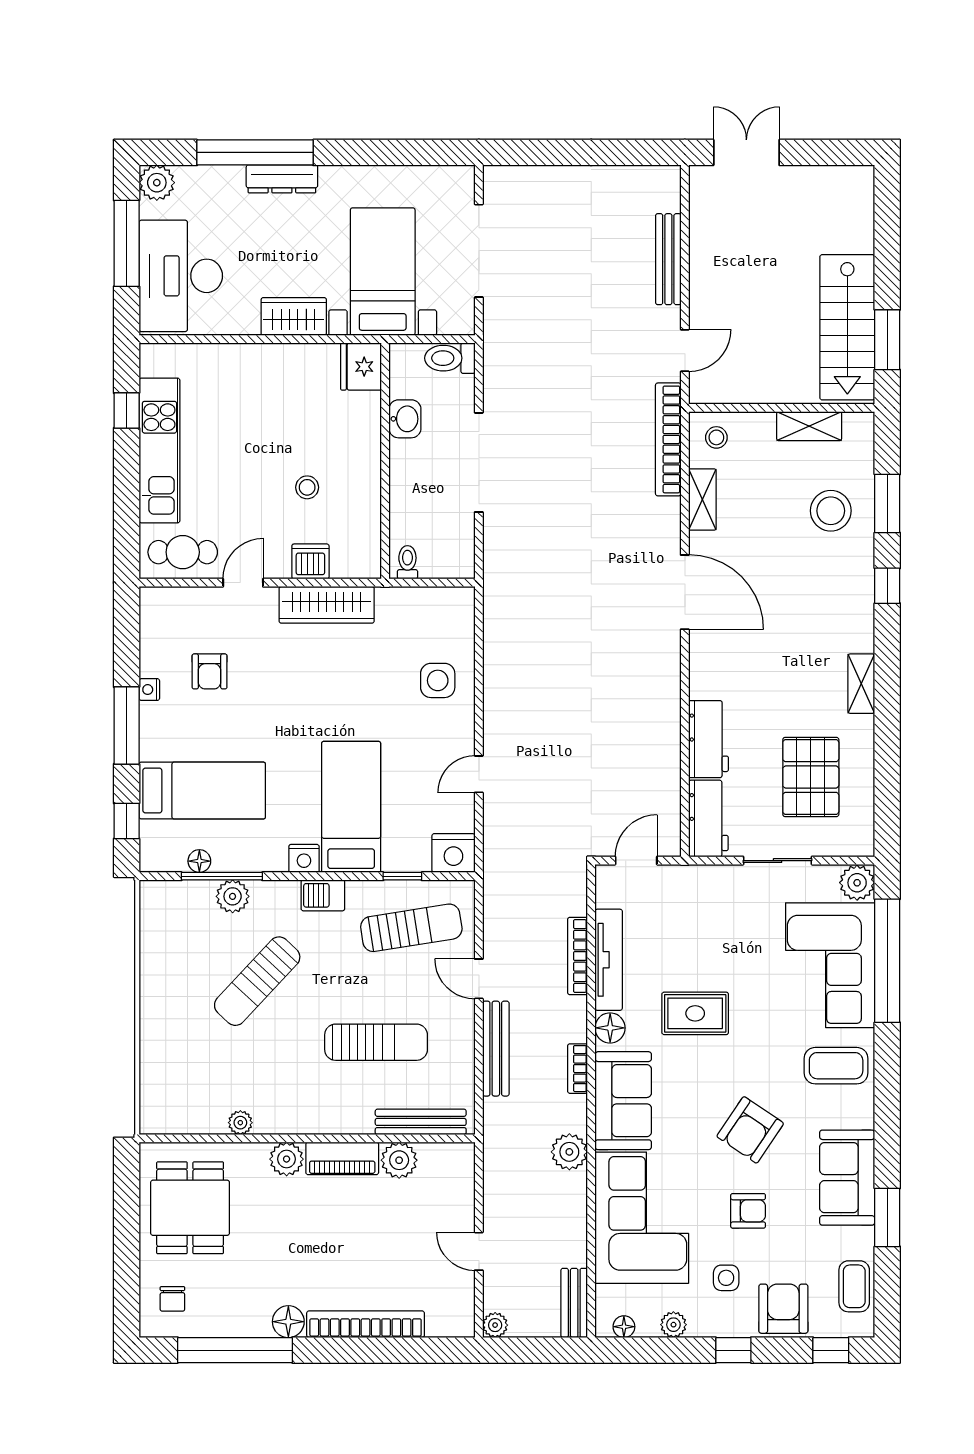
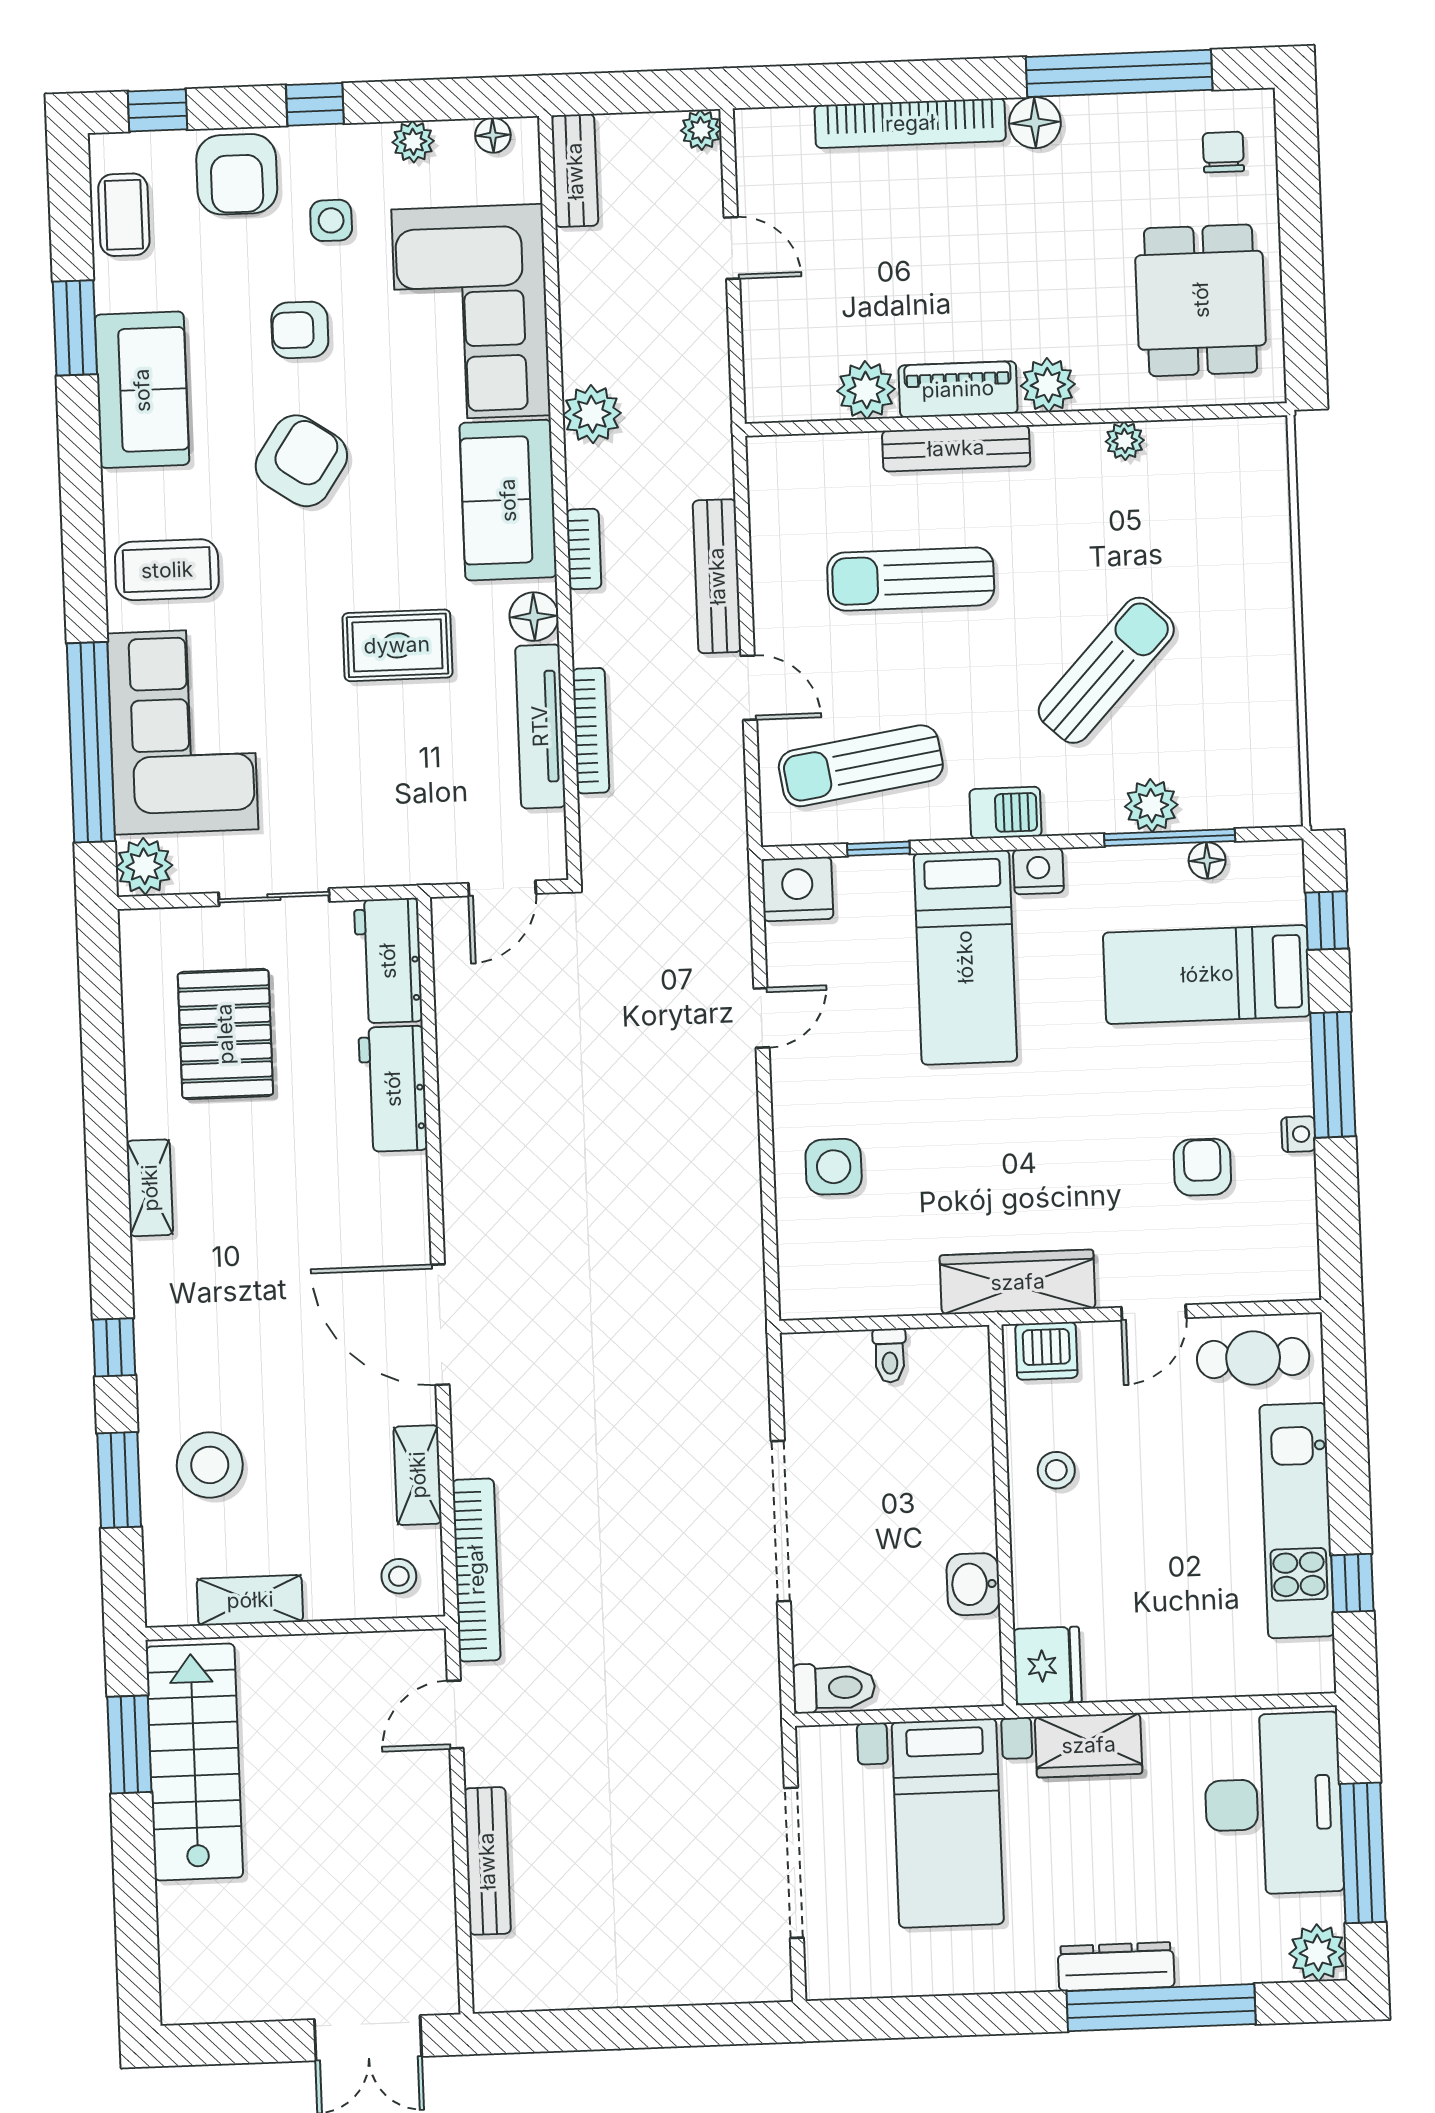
fridge: (361, 367) -> (1047, 1666), moved
washbasin: (405, 419) -> (973, 1584), moved
wall: (385, 461) -> (1003, 1515), moved
bench: (421, 1122) -> (956, 448), moved

